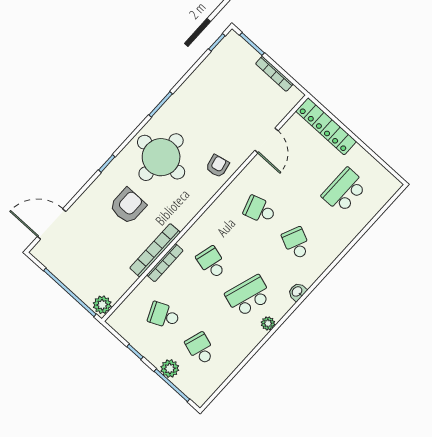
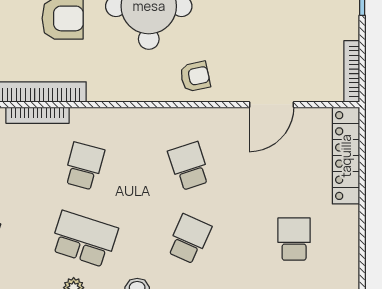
bookcase: (274, 74) -> (352, 71), moved
school desk: (344, 191) -> (294, 239), width x0.54

